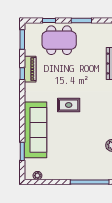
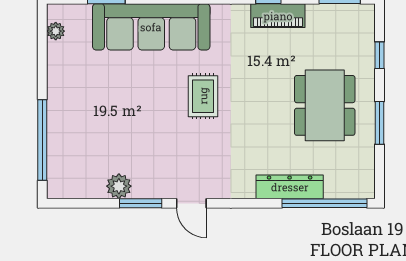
dining table: (59, 40) -> (325, 105), moved

